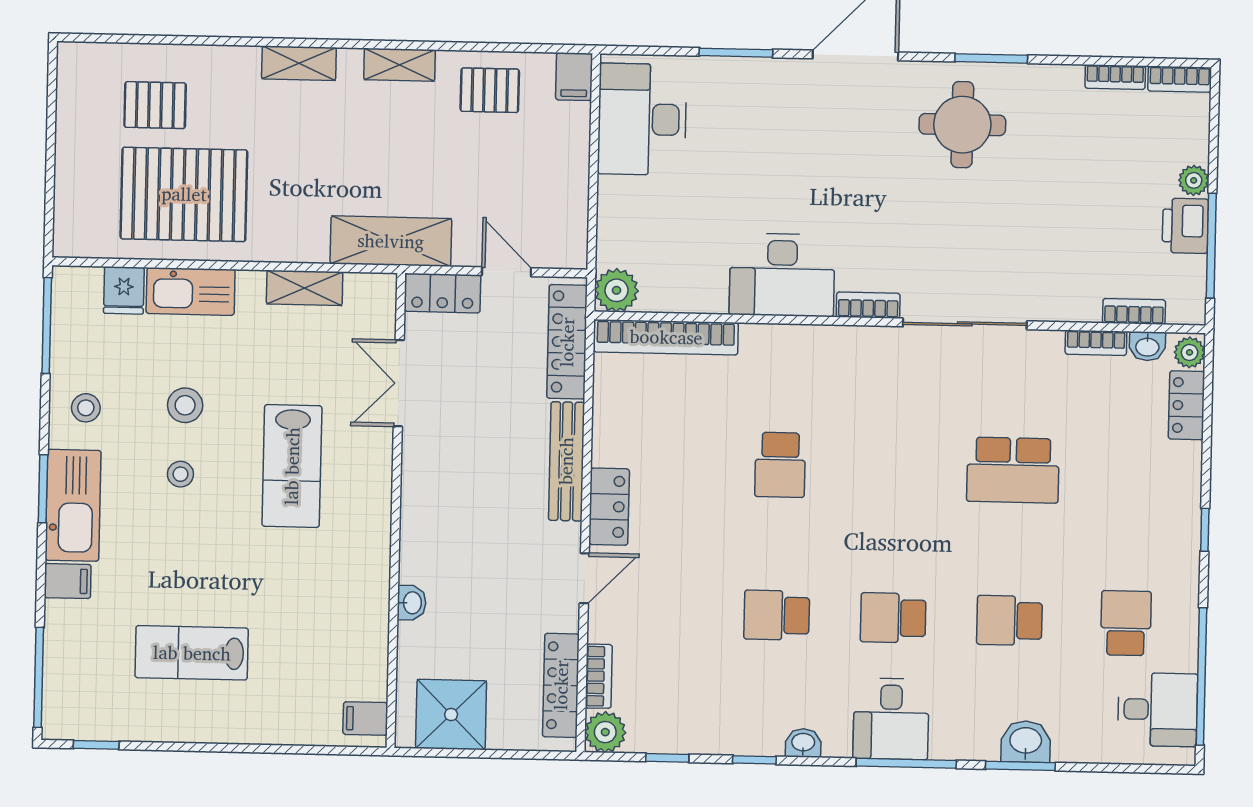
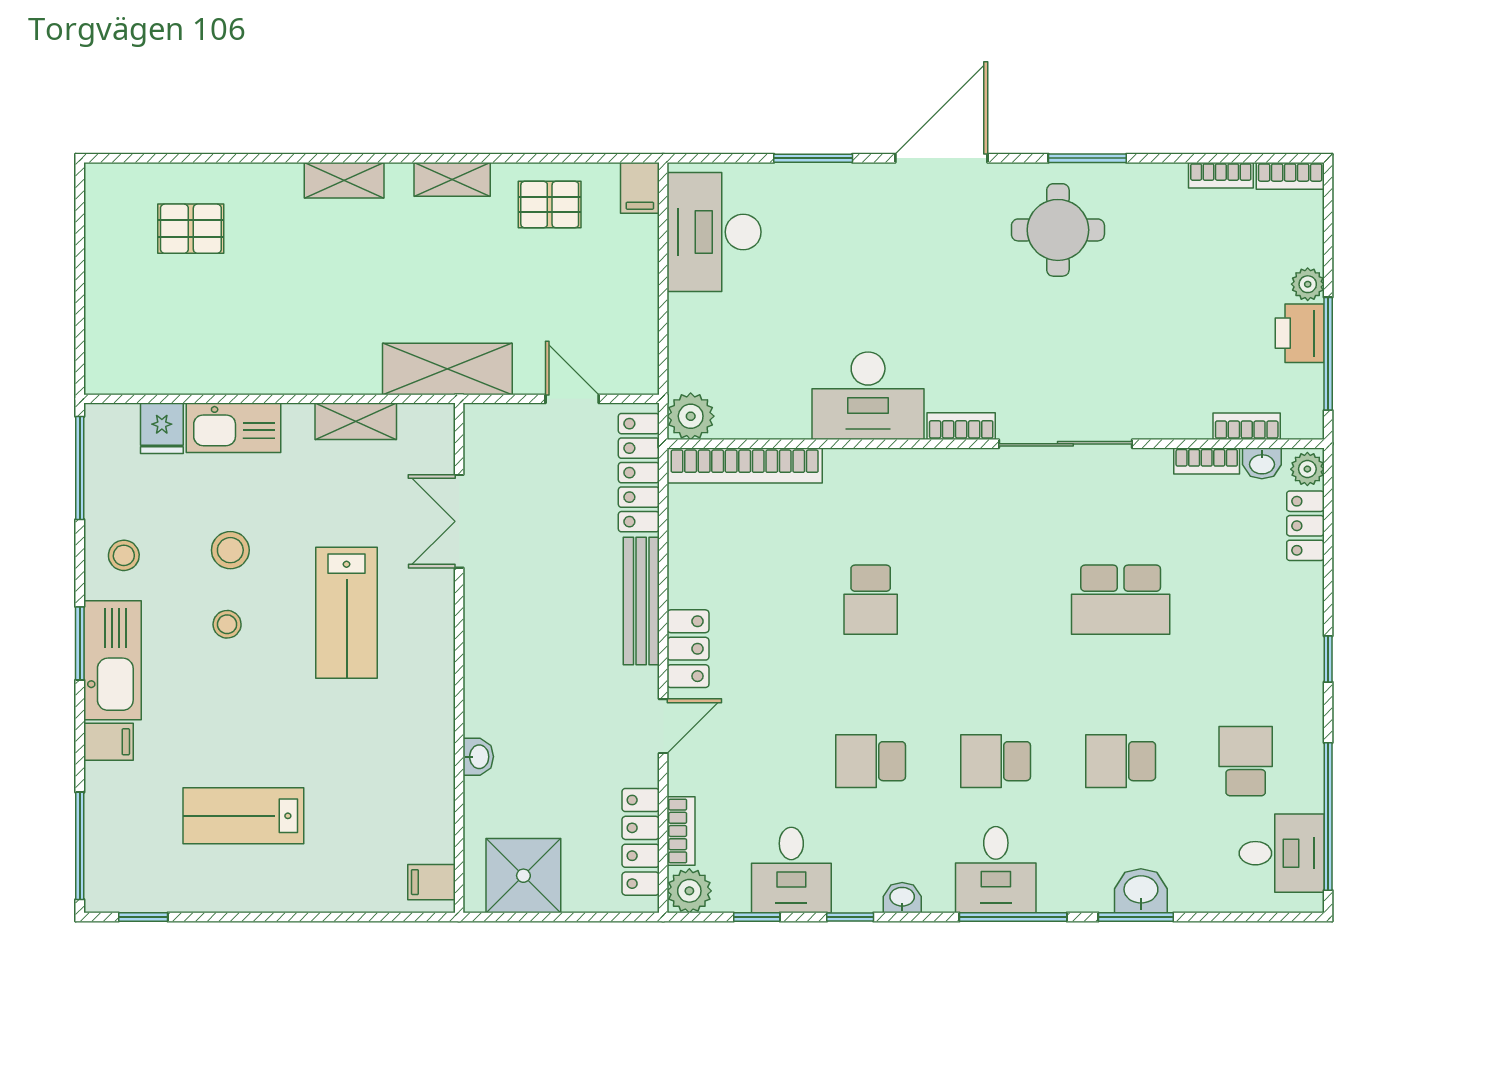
pallet: (184, 194) -> (224, 324), removed
locker: (442, 293) -> (504, 424), removed
desk: (701, 715) -> (791, 870), added

